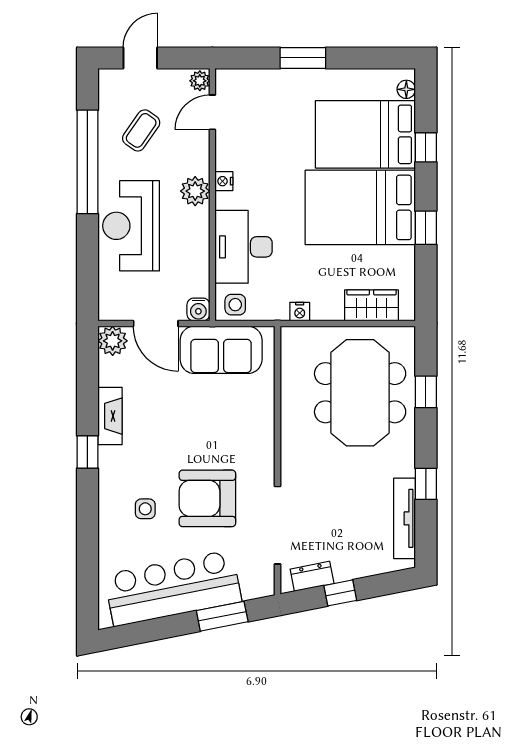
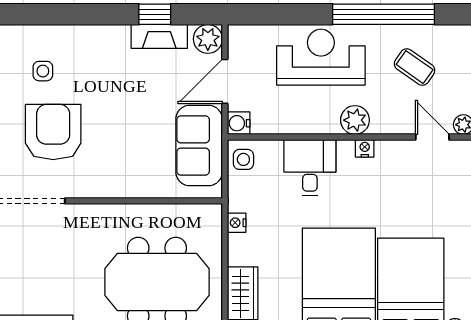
desk: (244, 247) -> (310, 168), width x0.73
fireplace: (110, 416) -> (159, 36), moved
window: (87, 452) -> (155, 14), moved

